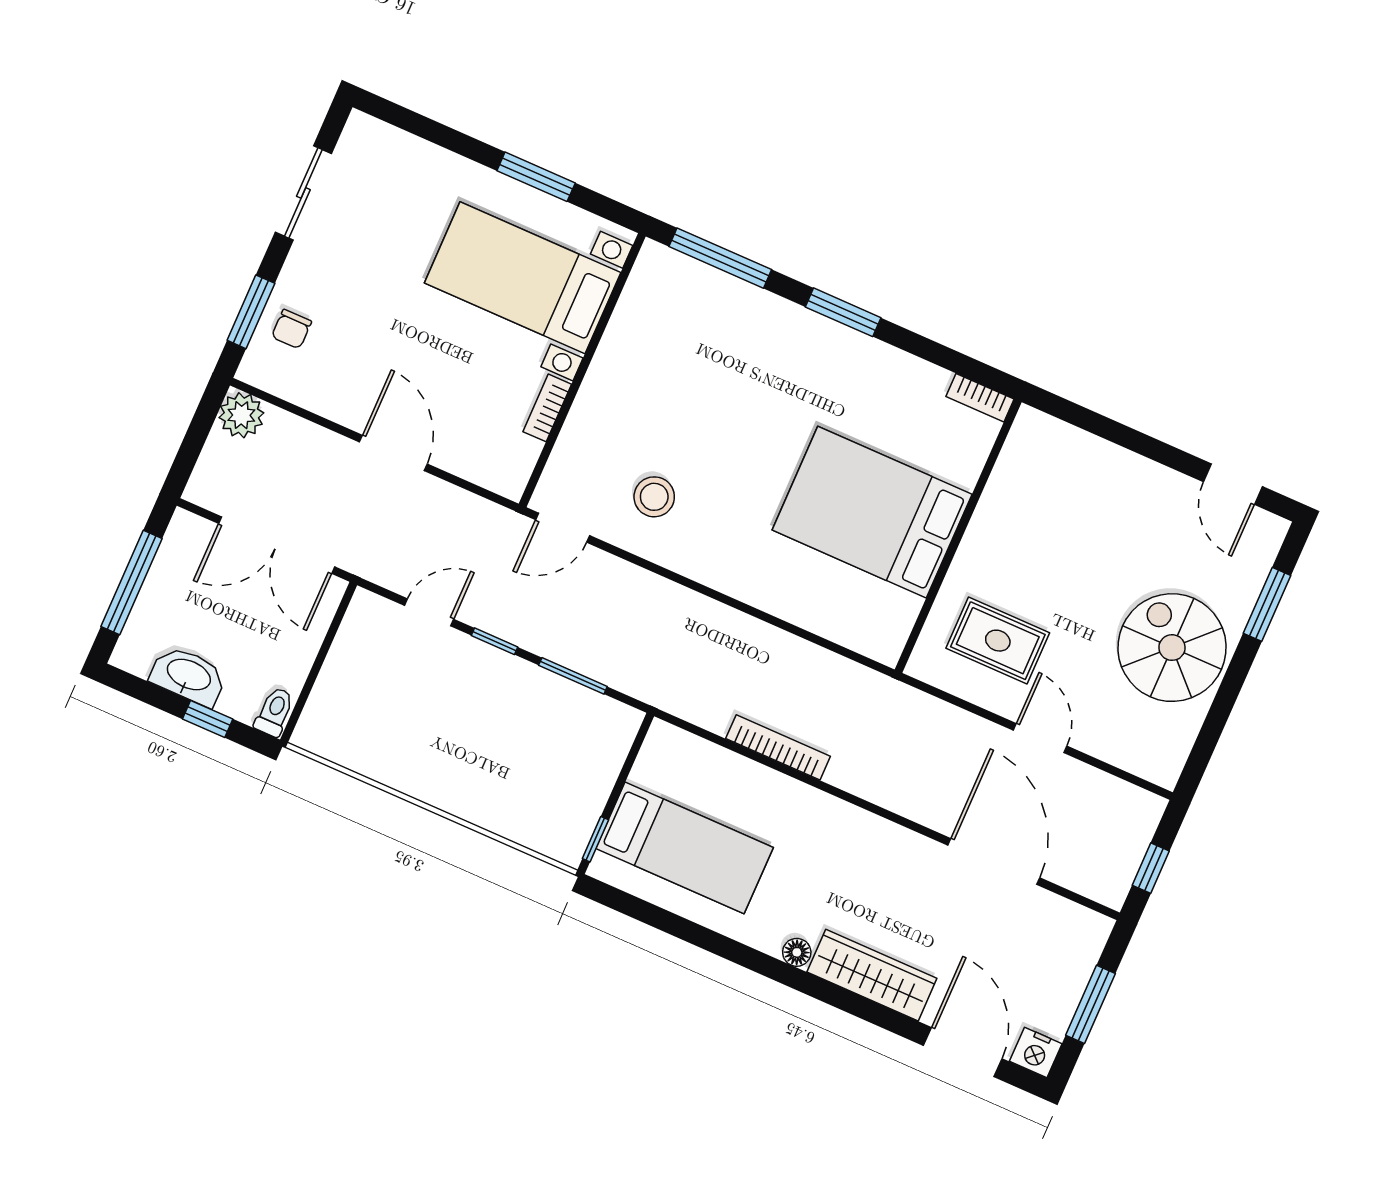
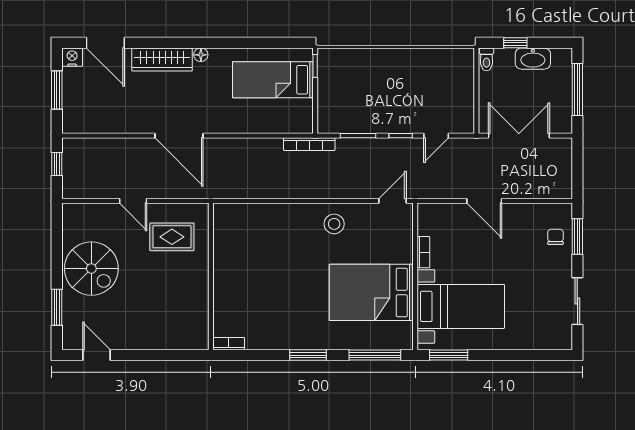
window: (536, 177) -> (449, 355), moved
plant: (241, 415) -> (561, 188), removed
stool: (654, 497) -> (334, 224), moved
bed: (872, 512) -> (371, 292), moved, turned 180
bookcase: (778, 747) -> (309, 144), moved
door: (994, 861) -> (179, 136), moved

